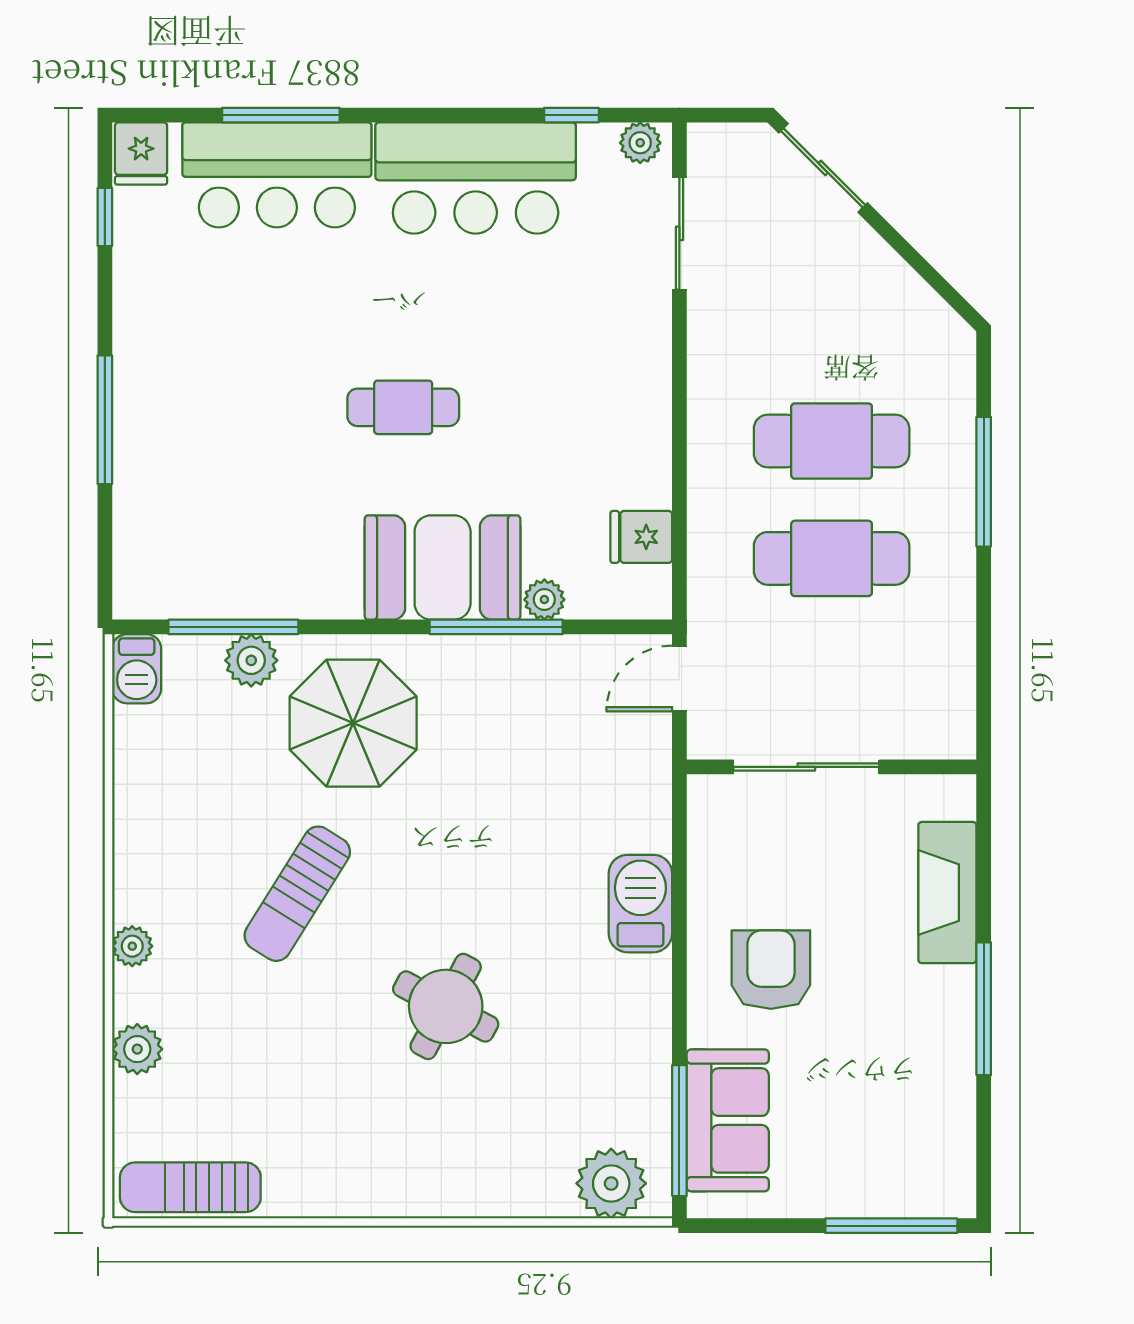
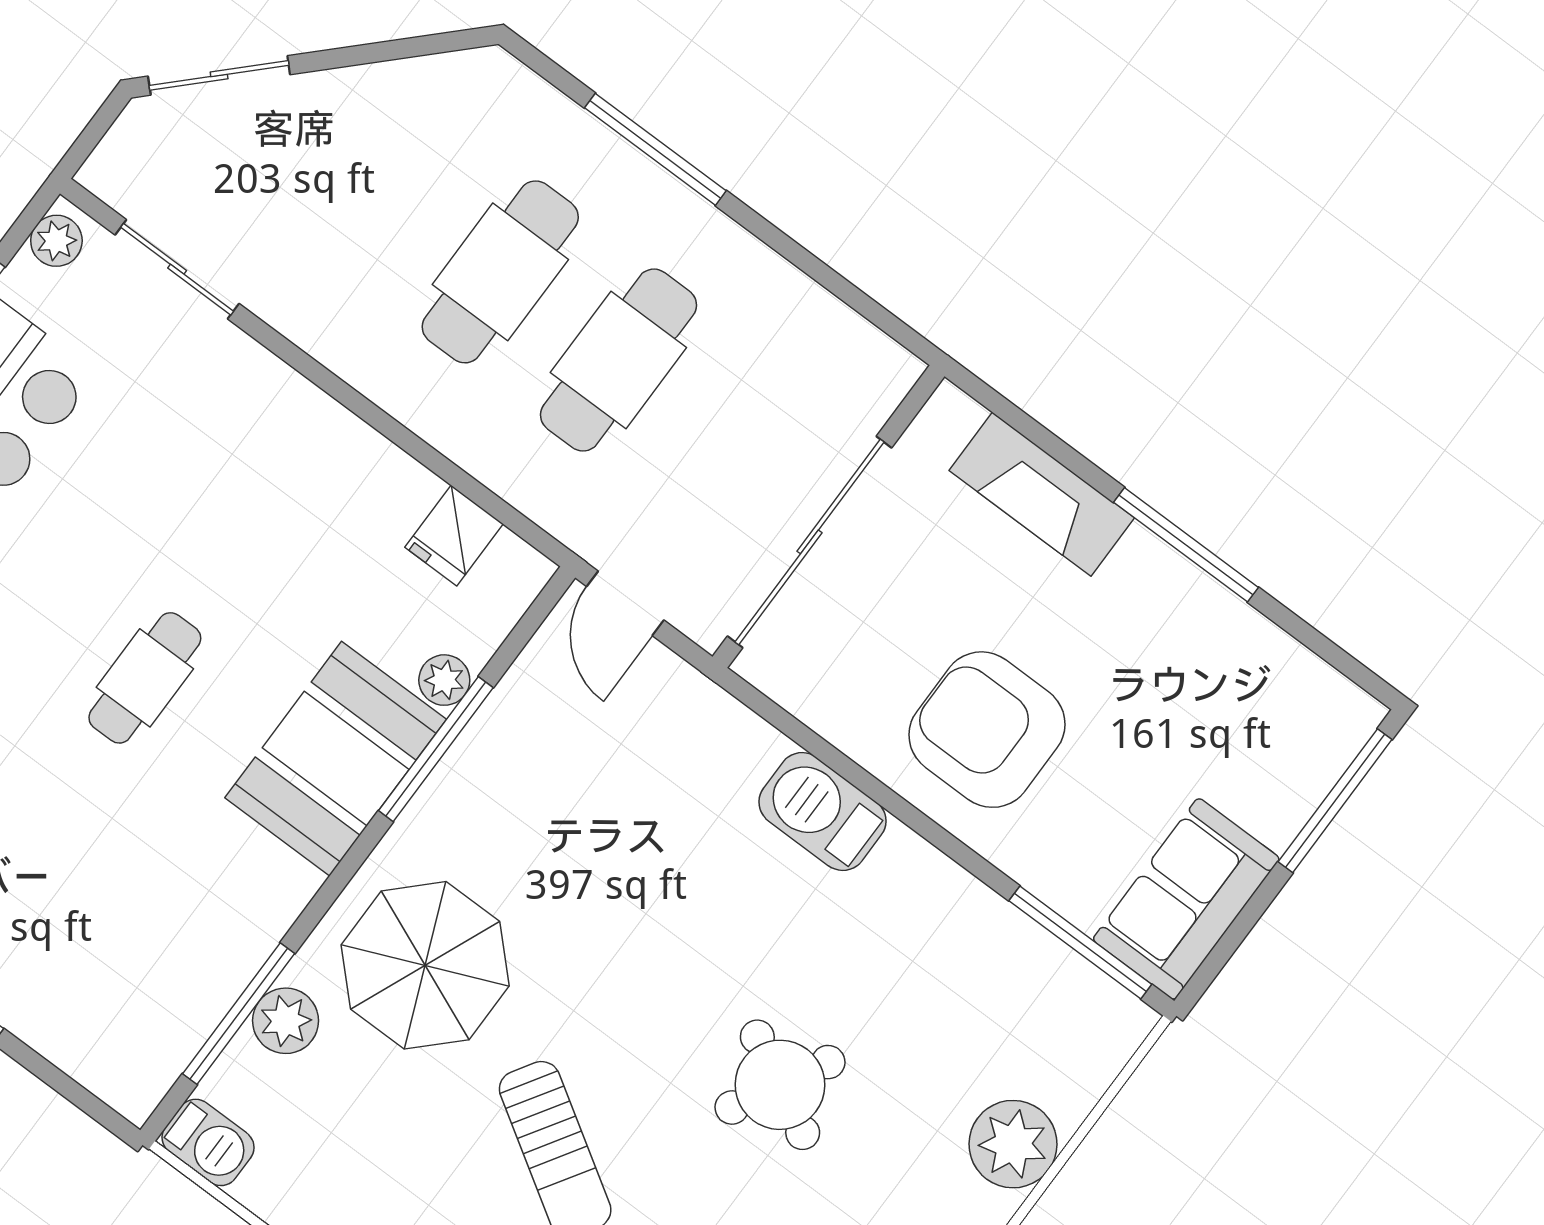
sliding door: (806, 767) -> (809, 542), width x1.36
armchair: (771, 970) -> (987, 730), width x1.36, depth x1.36
sofa: (728, 1120) -> (1186, 899), moved, turned -90
plant: (611, 1183) -> (1013, 1144), moved

